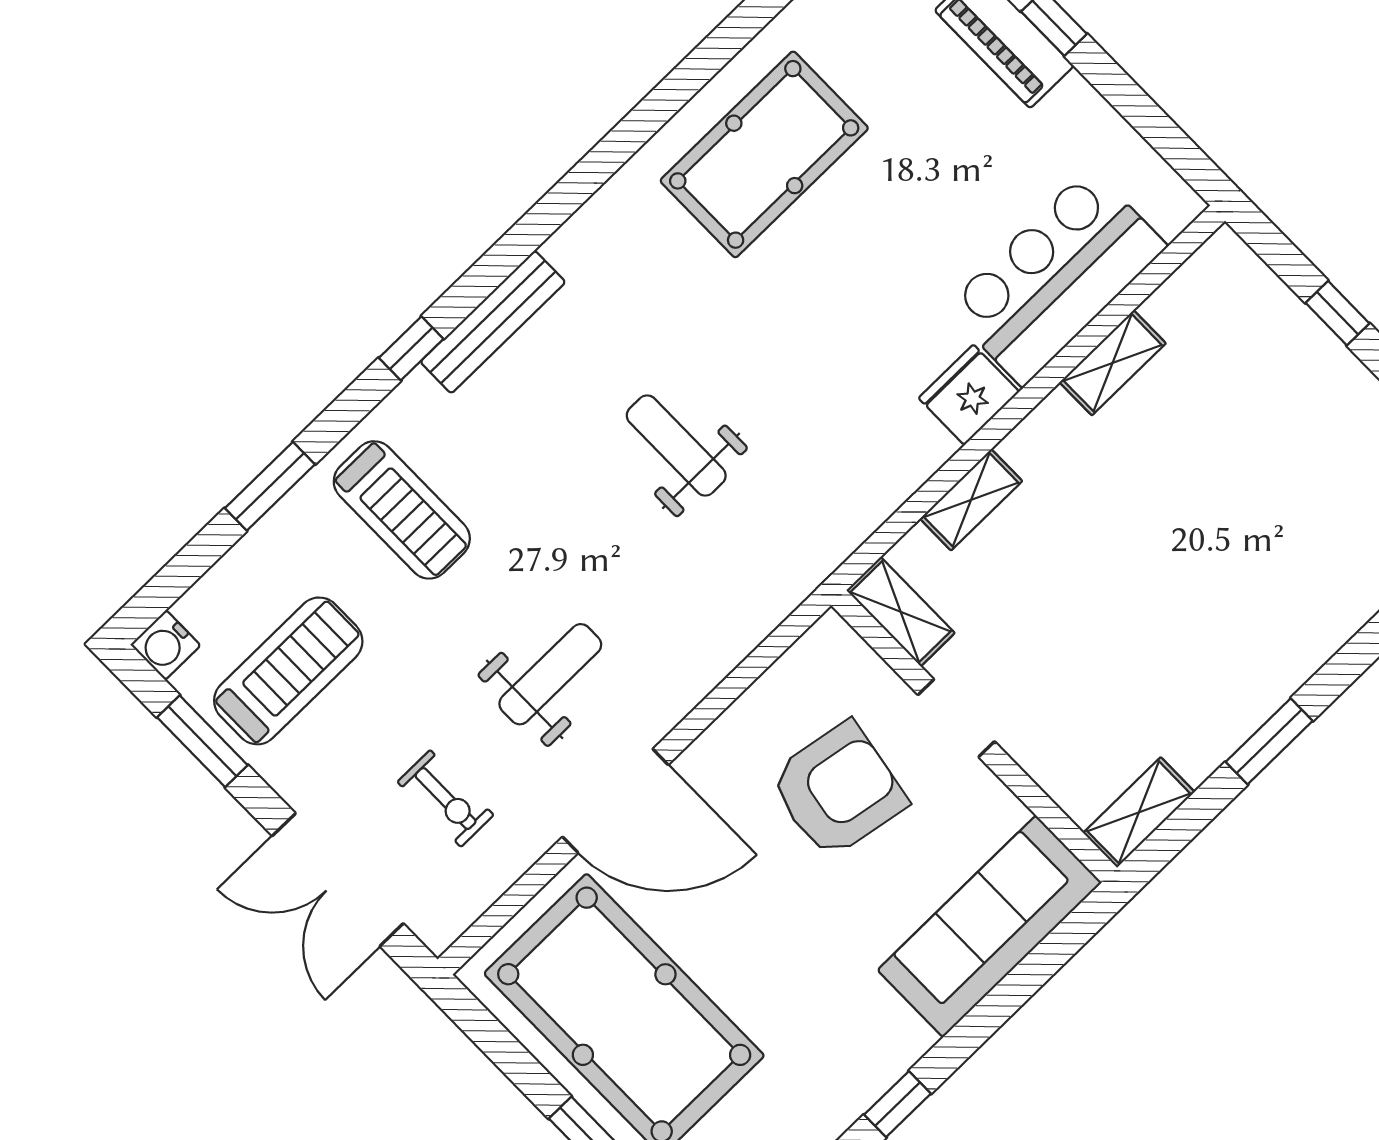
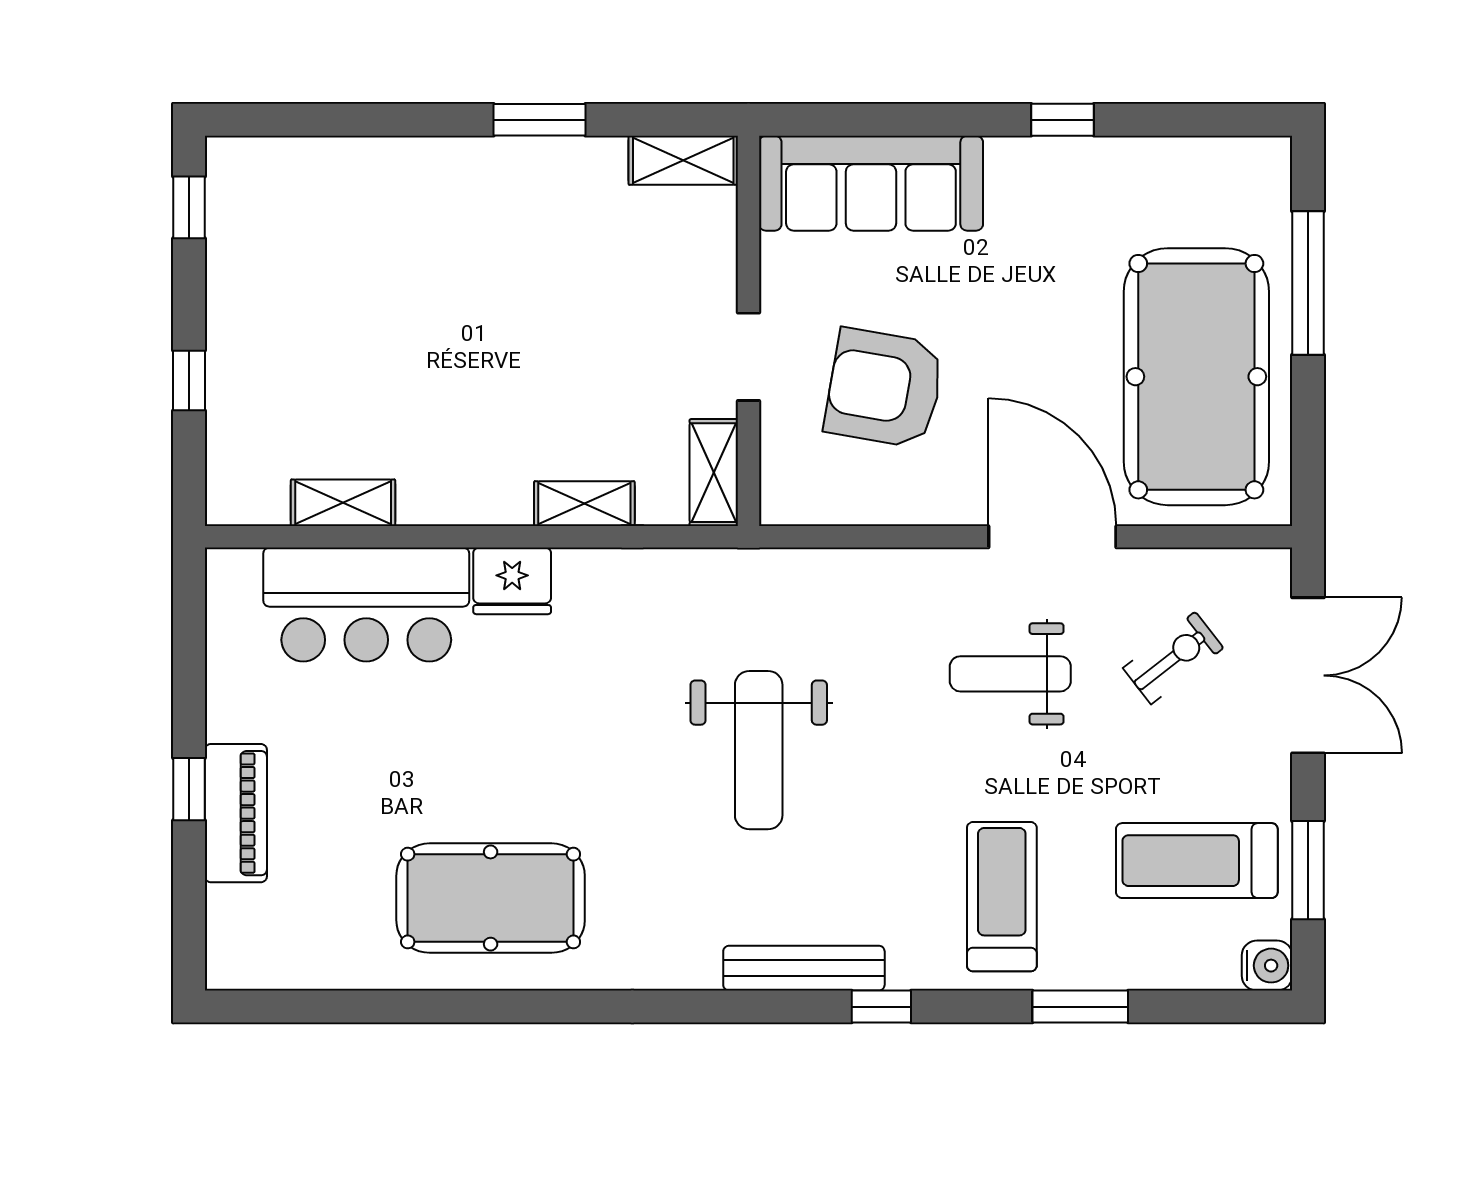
shelving: (1113, 363) -> (343, 503), moved
weight bench: (676, 445) -> (759, 750), width x1.36, depth x1.33
exercise bike: (446, 798) -> (1173, 658), turned 52

